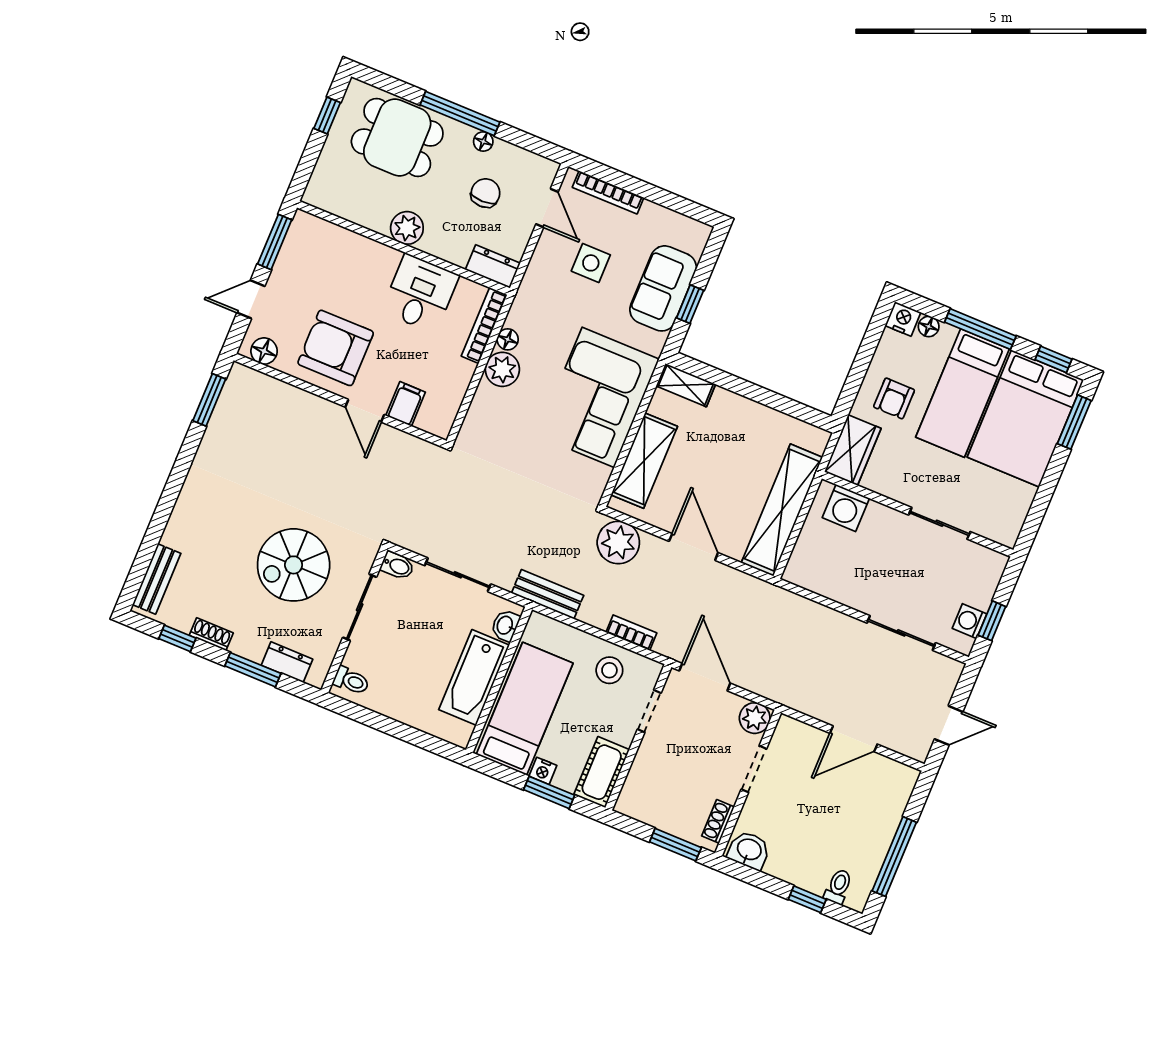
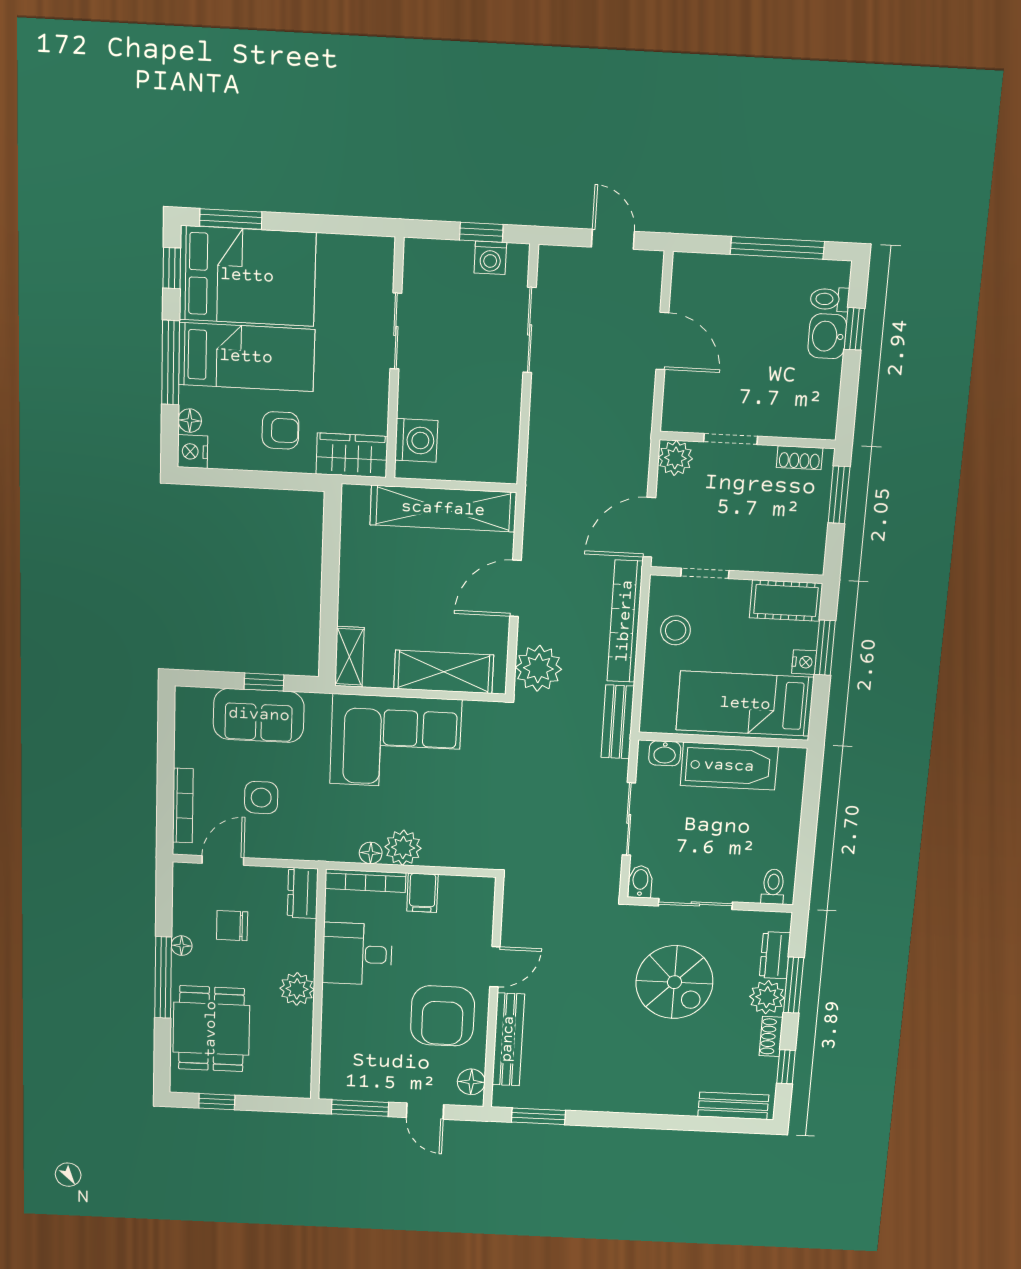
bench: (292, 399) -> (508, 1039), added
filing cabinet: (406, 404) -> (422, 893), moved, turned -90
bookcase: (631, 633) -> (625, 621), width x2.31, depth x1.31
plant: (250, 643) -> (767, 997), added
washbasin: (749, 850) -> (827, 336), moved

